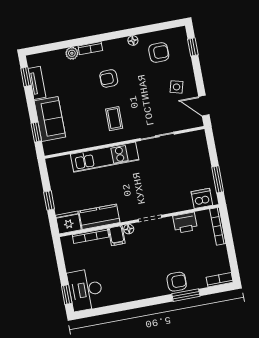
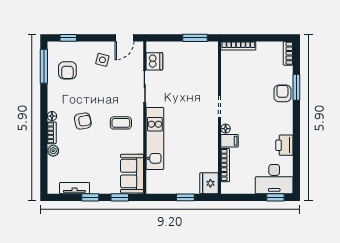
window: (158, 27) -> (44, 66), added
floor lamp: (133, 41) -> (52, 116), moved
armchair: (159, 52) -> (67, 70), turned 180
window: (26, 77) -> (90, 197), moved
armchair: (109, 78) -> (83, 121), turned -99
sofa: (50, 119) -> (132, 174), moved, turned -90
dishwasher: (202, 198) -> (154, 61), moved, turned 180
kitchen counter: (99, 217) -> (209, 154), removed
printer: (185, 223) -> (284, 145), moved, turned 180

